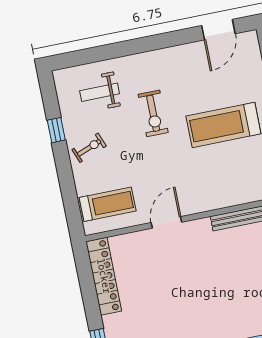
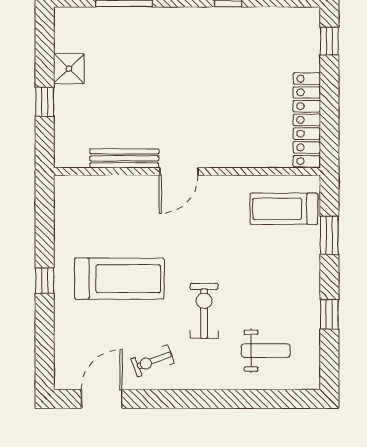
exercise bike: (89, 148) -> (153, 361), moved
window: (68, 191) -> (329, 235), added
door: (166, 222) -> (179, 171), moved

